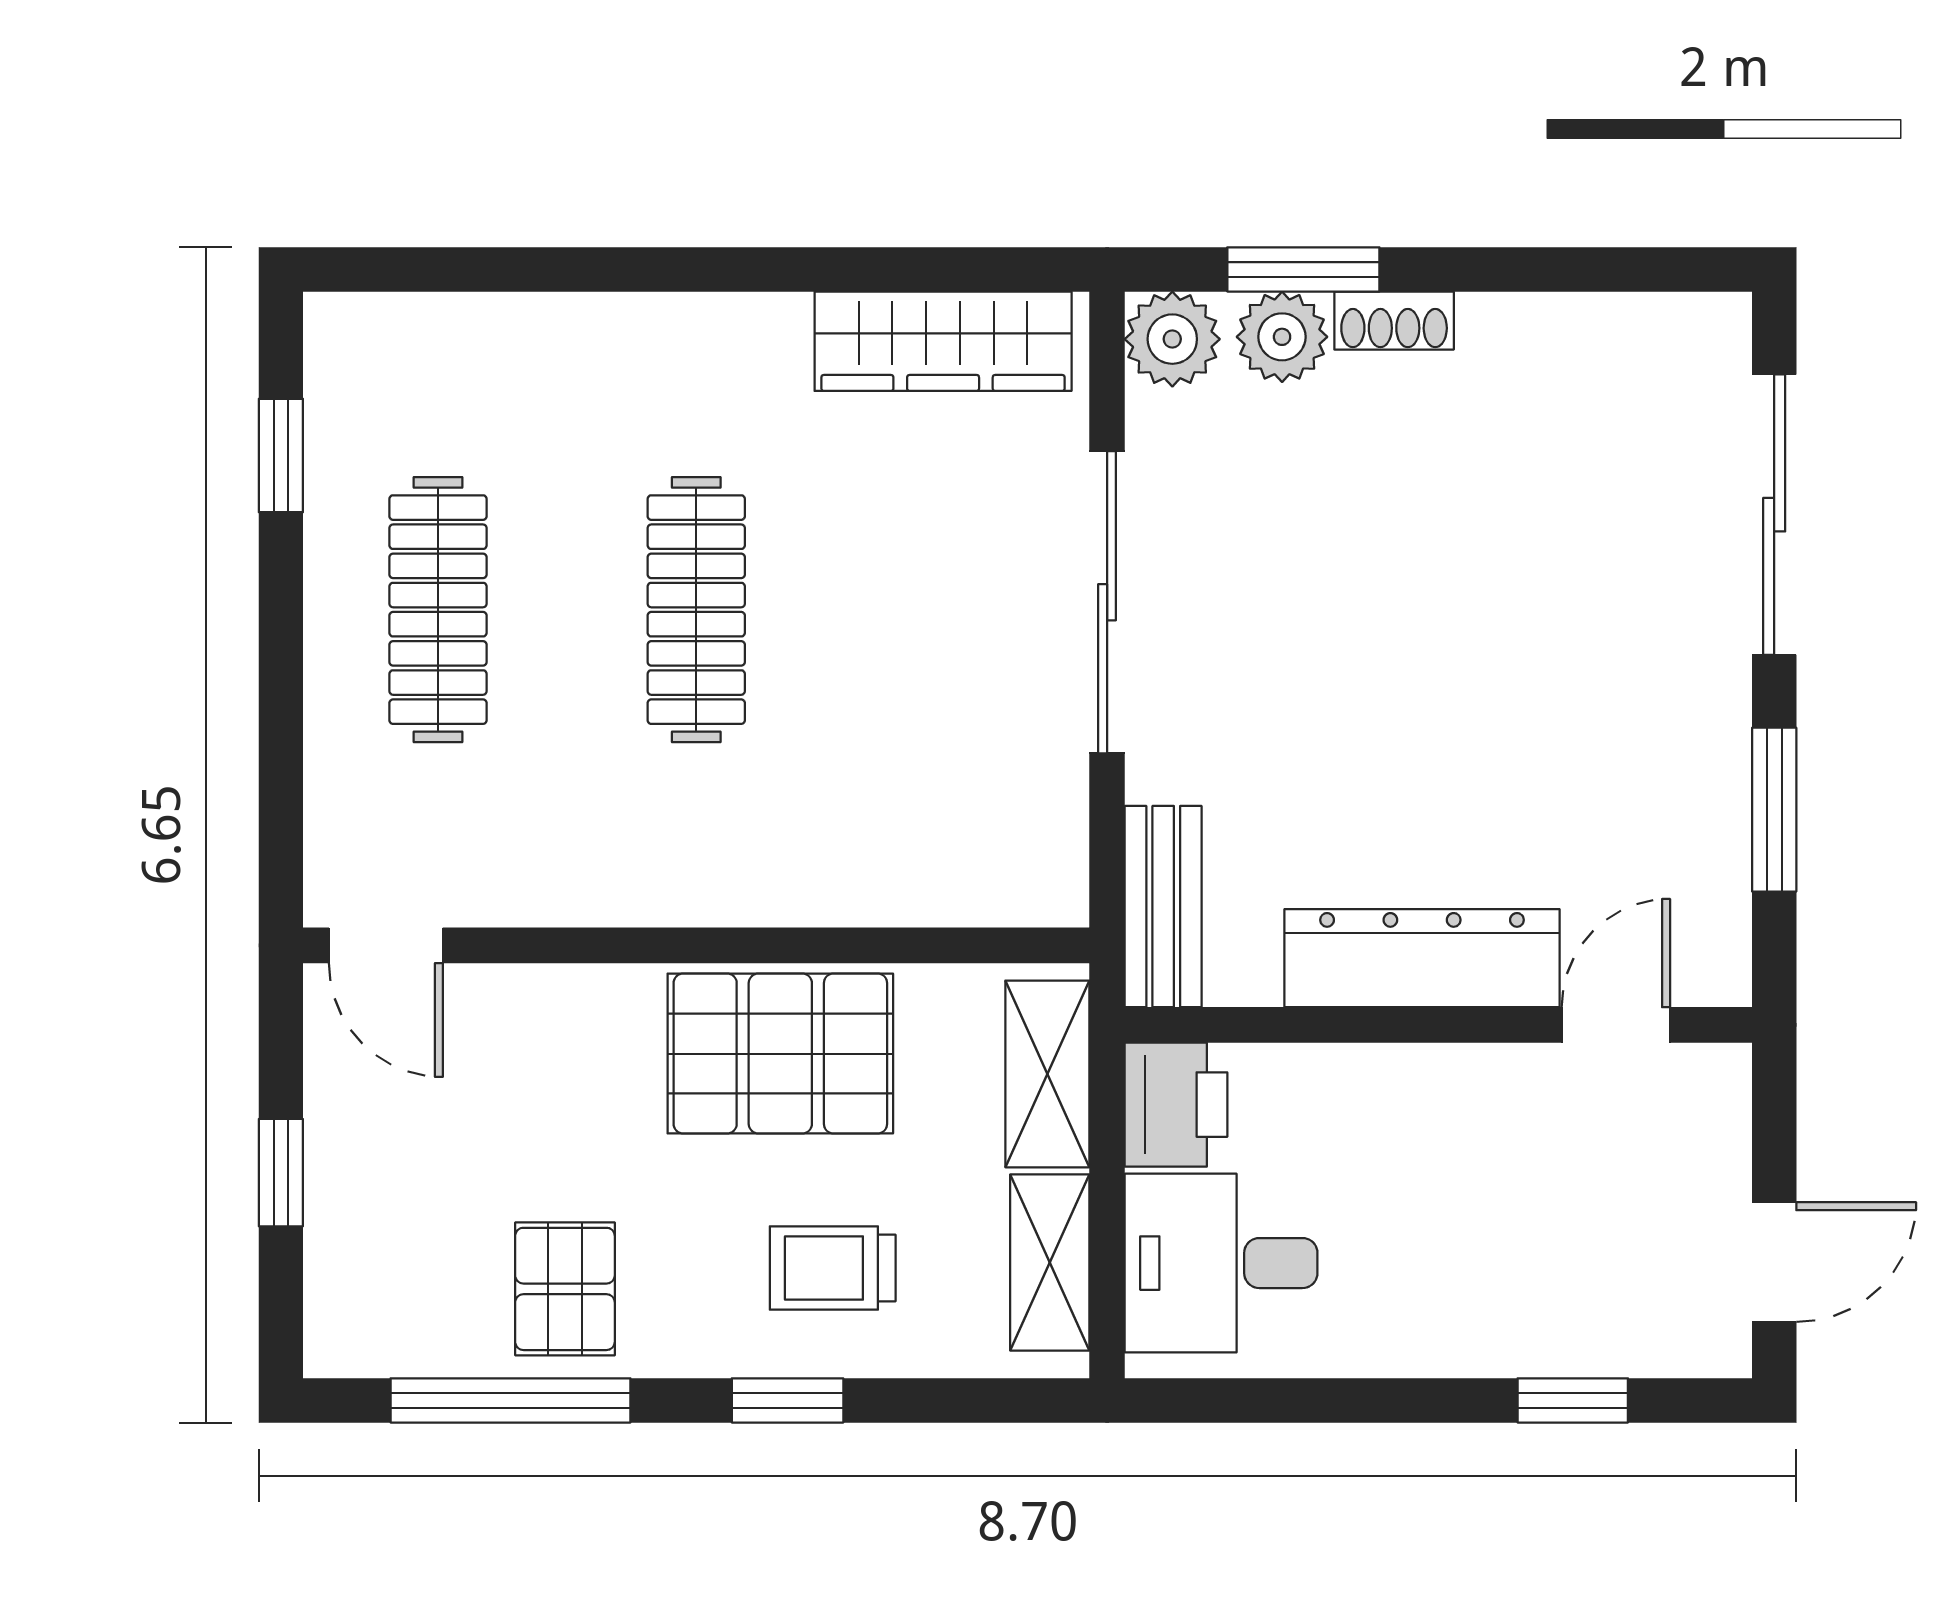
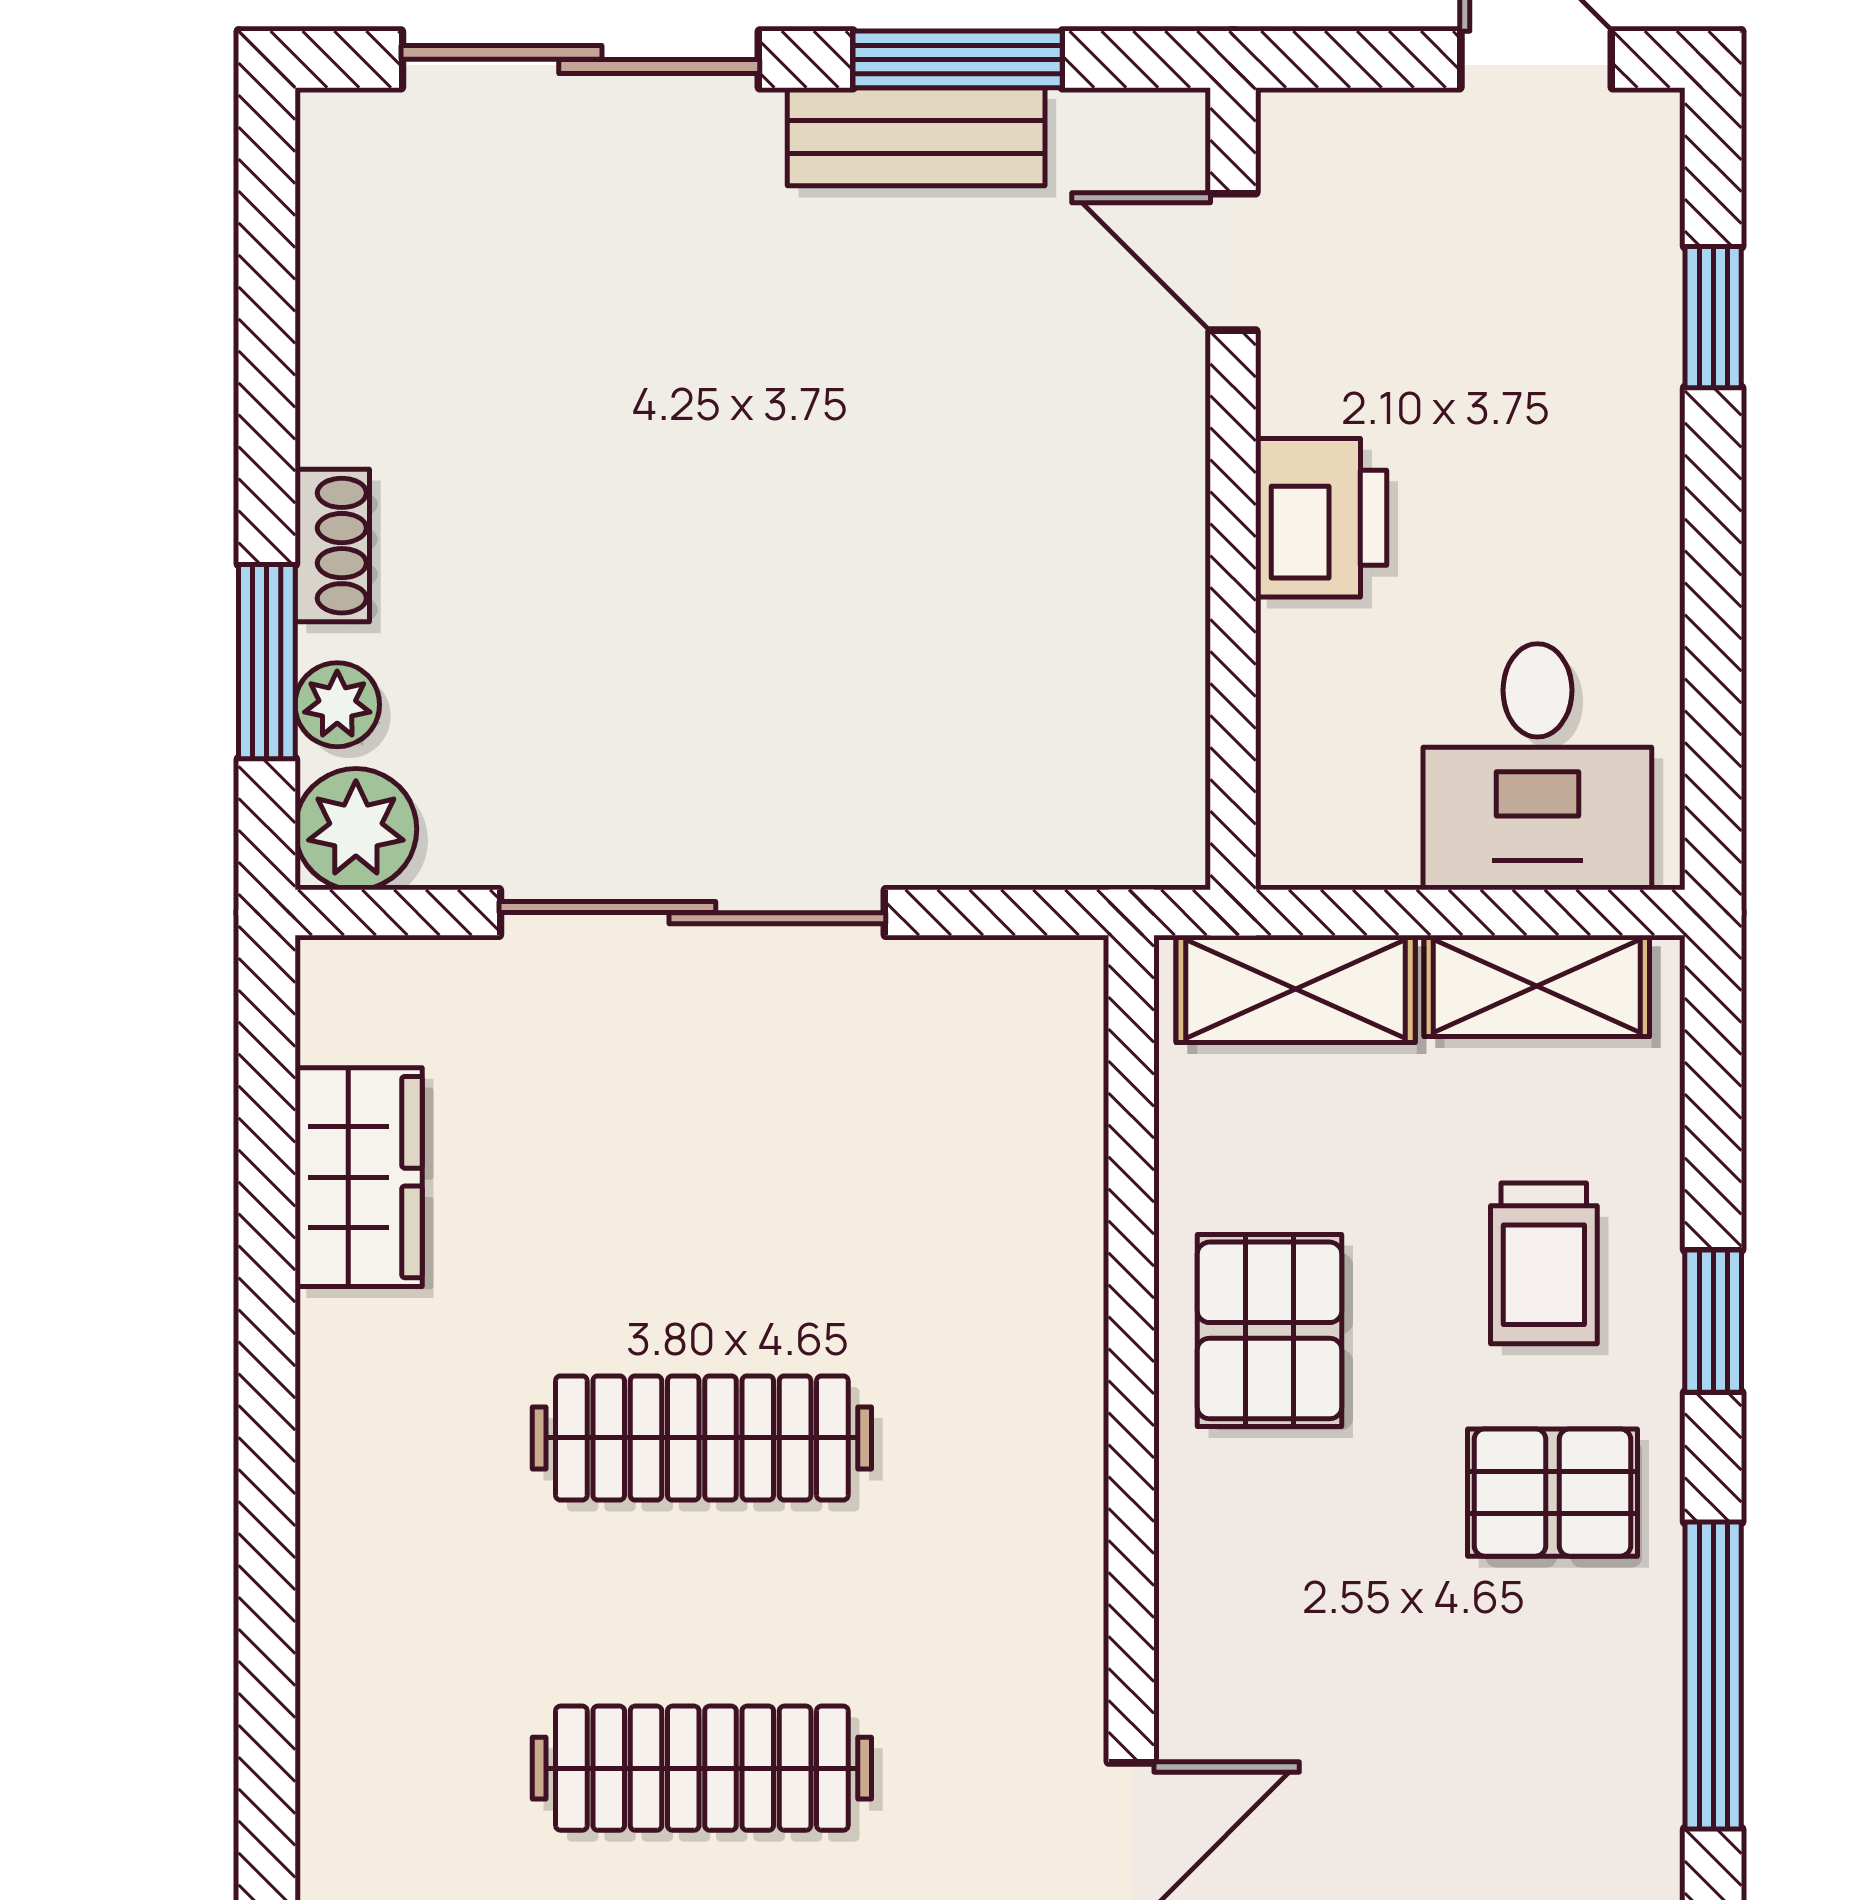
plant: (1282, 337) -> (337, 705), width x0.73, depth x0.73
wardrobe: (943, 341) -> (359, 1177), width x0.67
bench: (1163, 907) -> (916, 137), moved
dresser: (1422, 958) -> (1148, 510), removed
pallet: (780, 1054) -> (1270, 1330), width x0.67, depth x0.71
printer: (1176, 1105) -> (1321, 518), moved, turned 90
pallet: (565, 1289) -> (1552, 1493), moved

